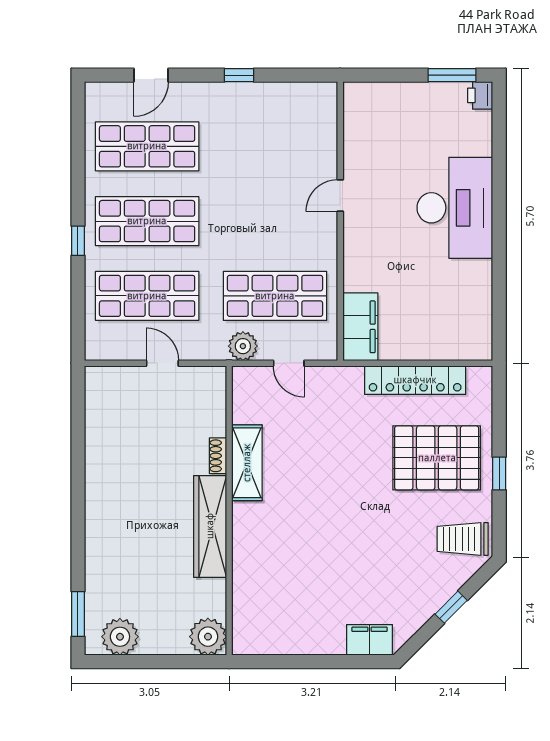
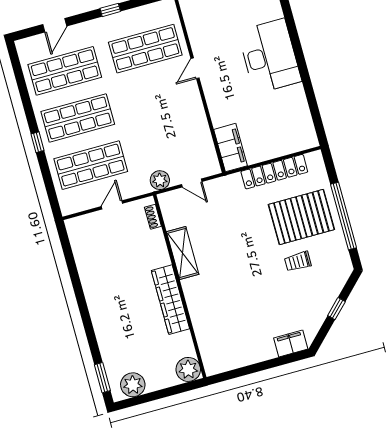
shop shelf: (275, 296) -> (145, 49), moved
door: (162, 363) -> (112, 205), hinge flipped
shoe rack: (218, 456) -> (153, 217), moved
window: (499, 474) -> (344, 216), width x3.17
trolley: (463, 539) -> (298, 261), moved, width x0.73, depth x0.72

